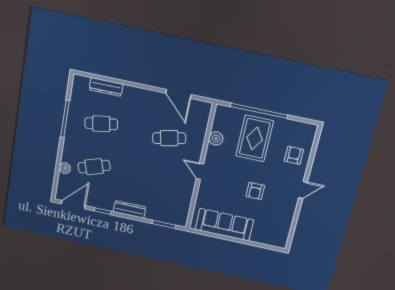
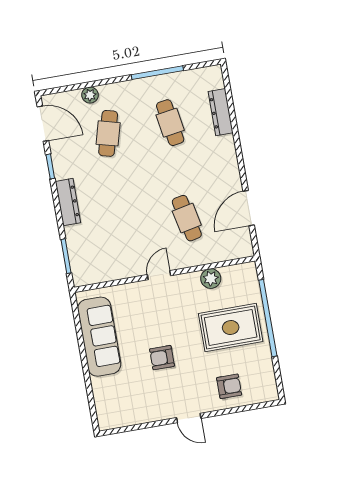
cafe table: (94, 167) -> (108, 133), turned 33

